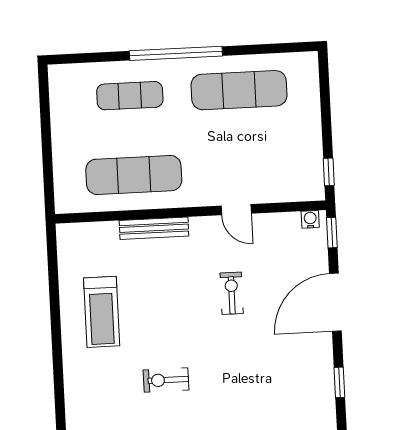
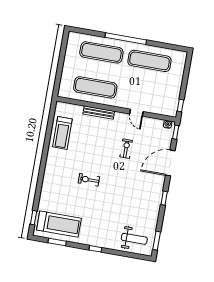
exercise mat: (130, 96) -> (101, 52), width x1.36, depth x1.45
treadmill: (102, 312) -> (62, 133), moved

